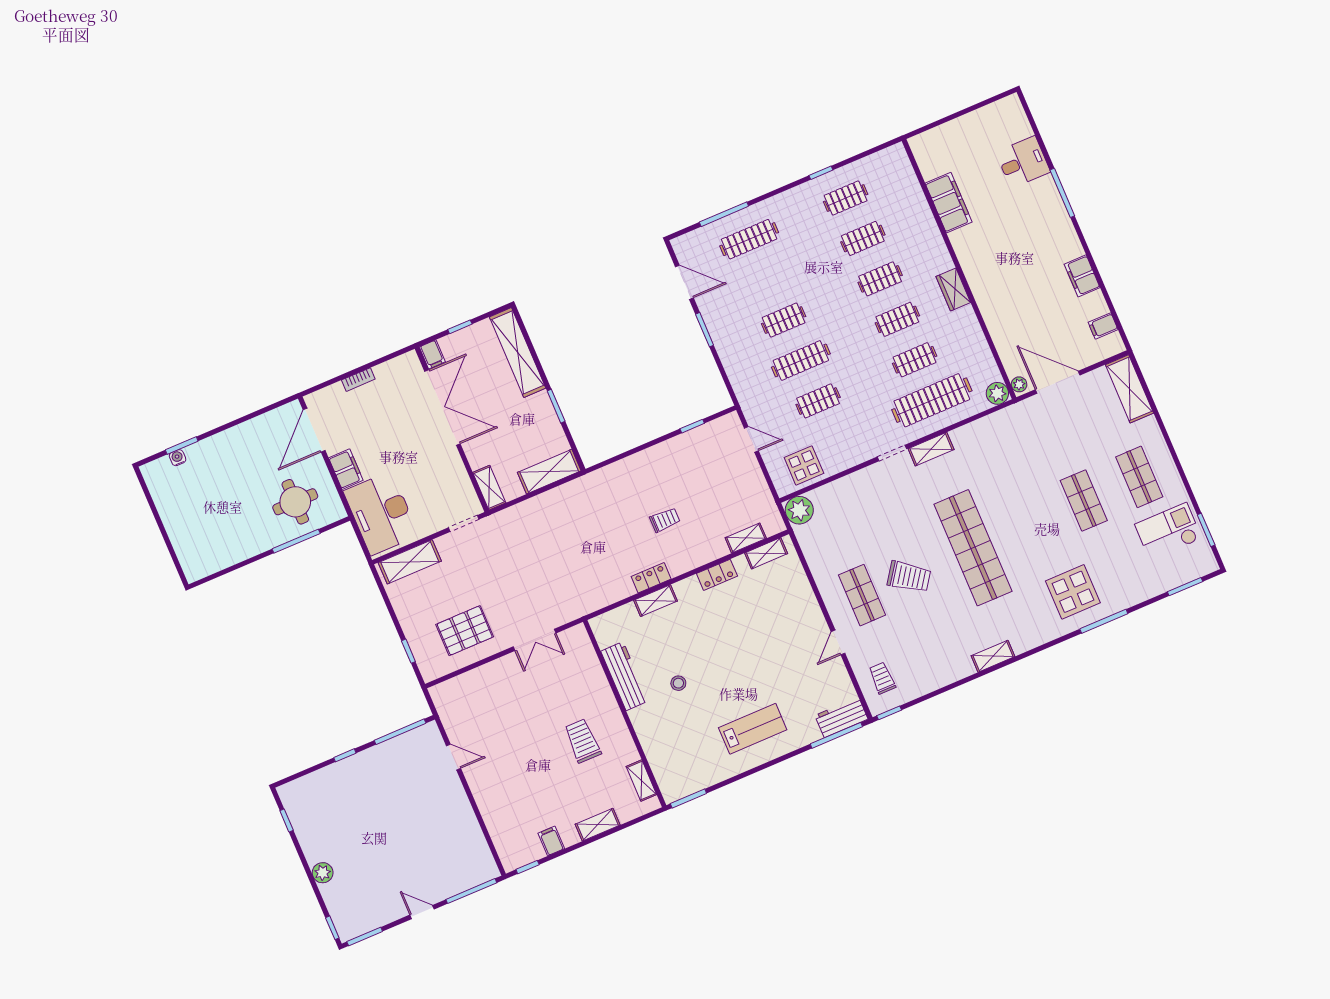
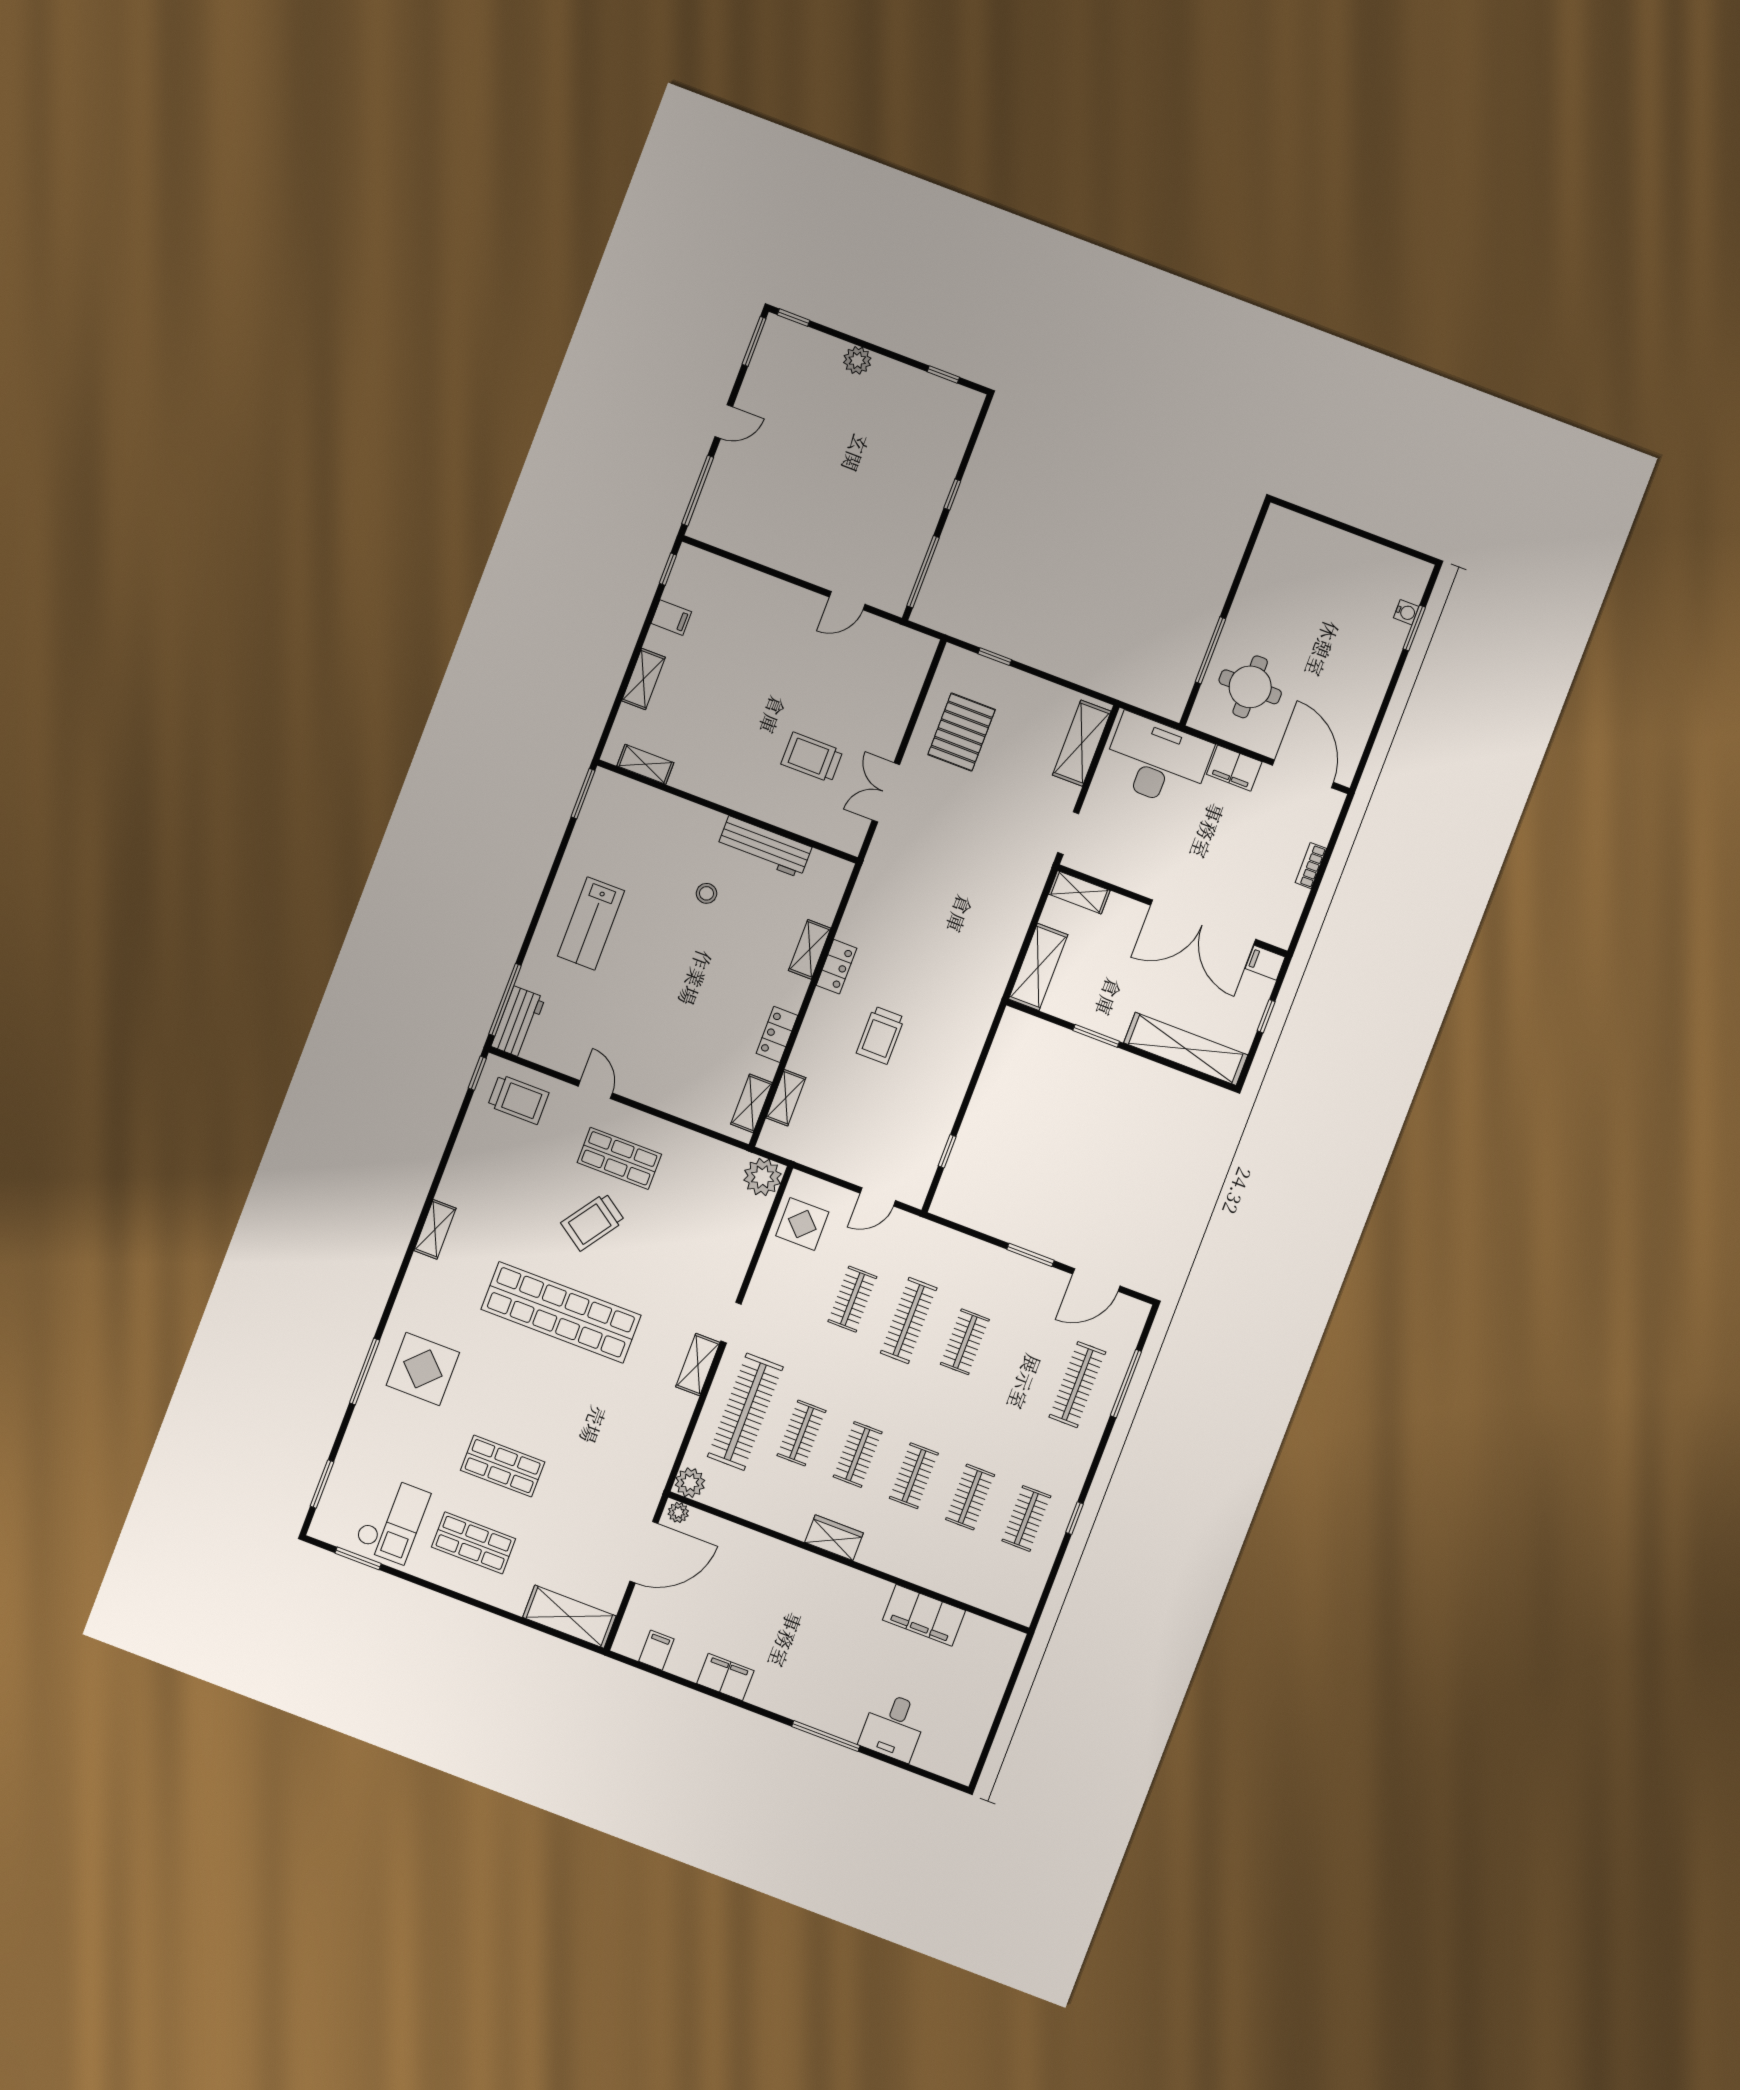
trolley: (665, 520) -> (881, 1035), width x1.36, depth x1.39
trolley: (882, 678) -> (518, 1099), width x1.36, depth x1.39
trolley: (583, 741) -> (812, 757), moved, turned 180

